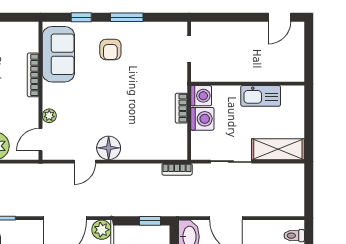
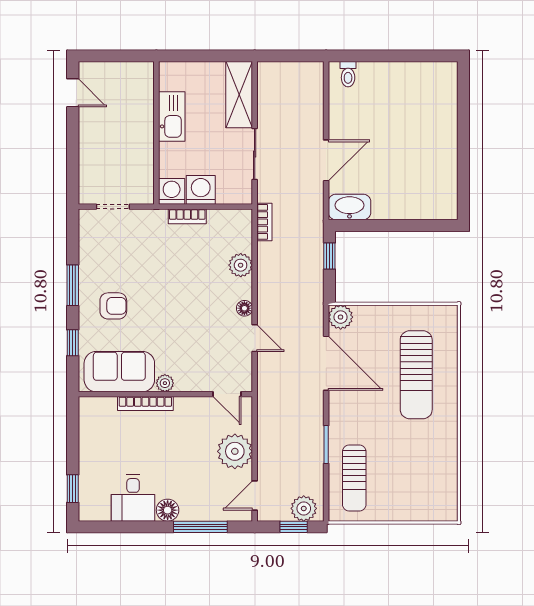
plant: (49, 116) -> (165, 383), moved
floor lamp: (109, 148) -> (244, 308), width x0.53, depth x0.53
plant: (143, 150) -> (241, 265), added

